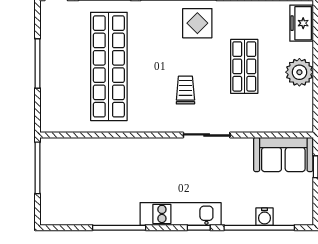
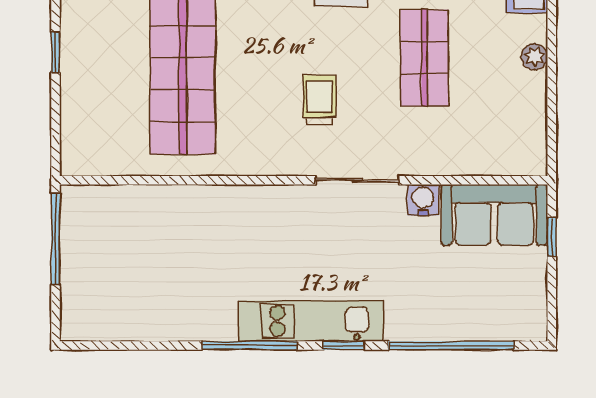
window: (38, 63) -> (56, 52), width x0.46
plant: (299, 72) -> (534, 57), width x0.53, depth x0.53
water cooler: (264, 217) -> (423, 200), moved, turned 180
window: (119, 228) -> (249, 346), moved

